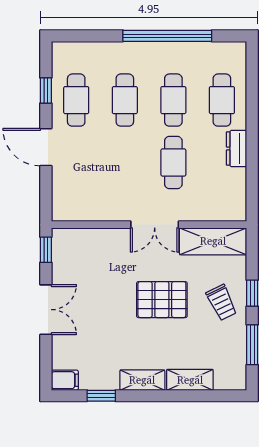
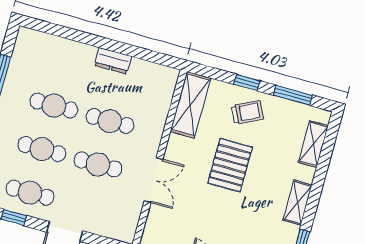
cafe table: (222, 100) -> (98, 165), moved
double door: (155, 225) -> (153, 180), moved
shelving: (190, 380) -> (313, 144), moved

